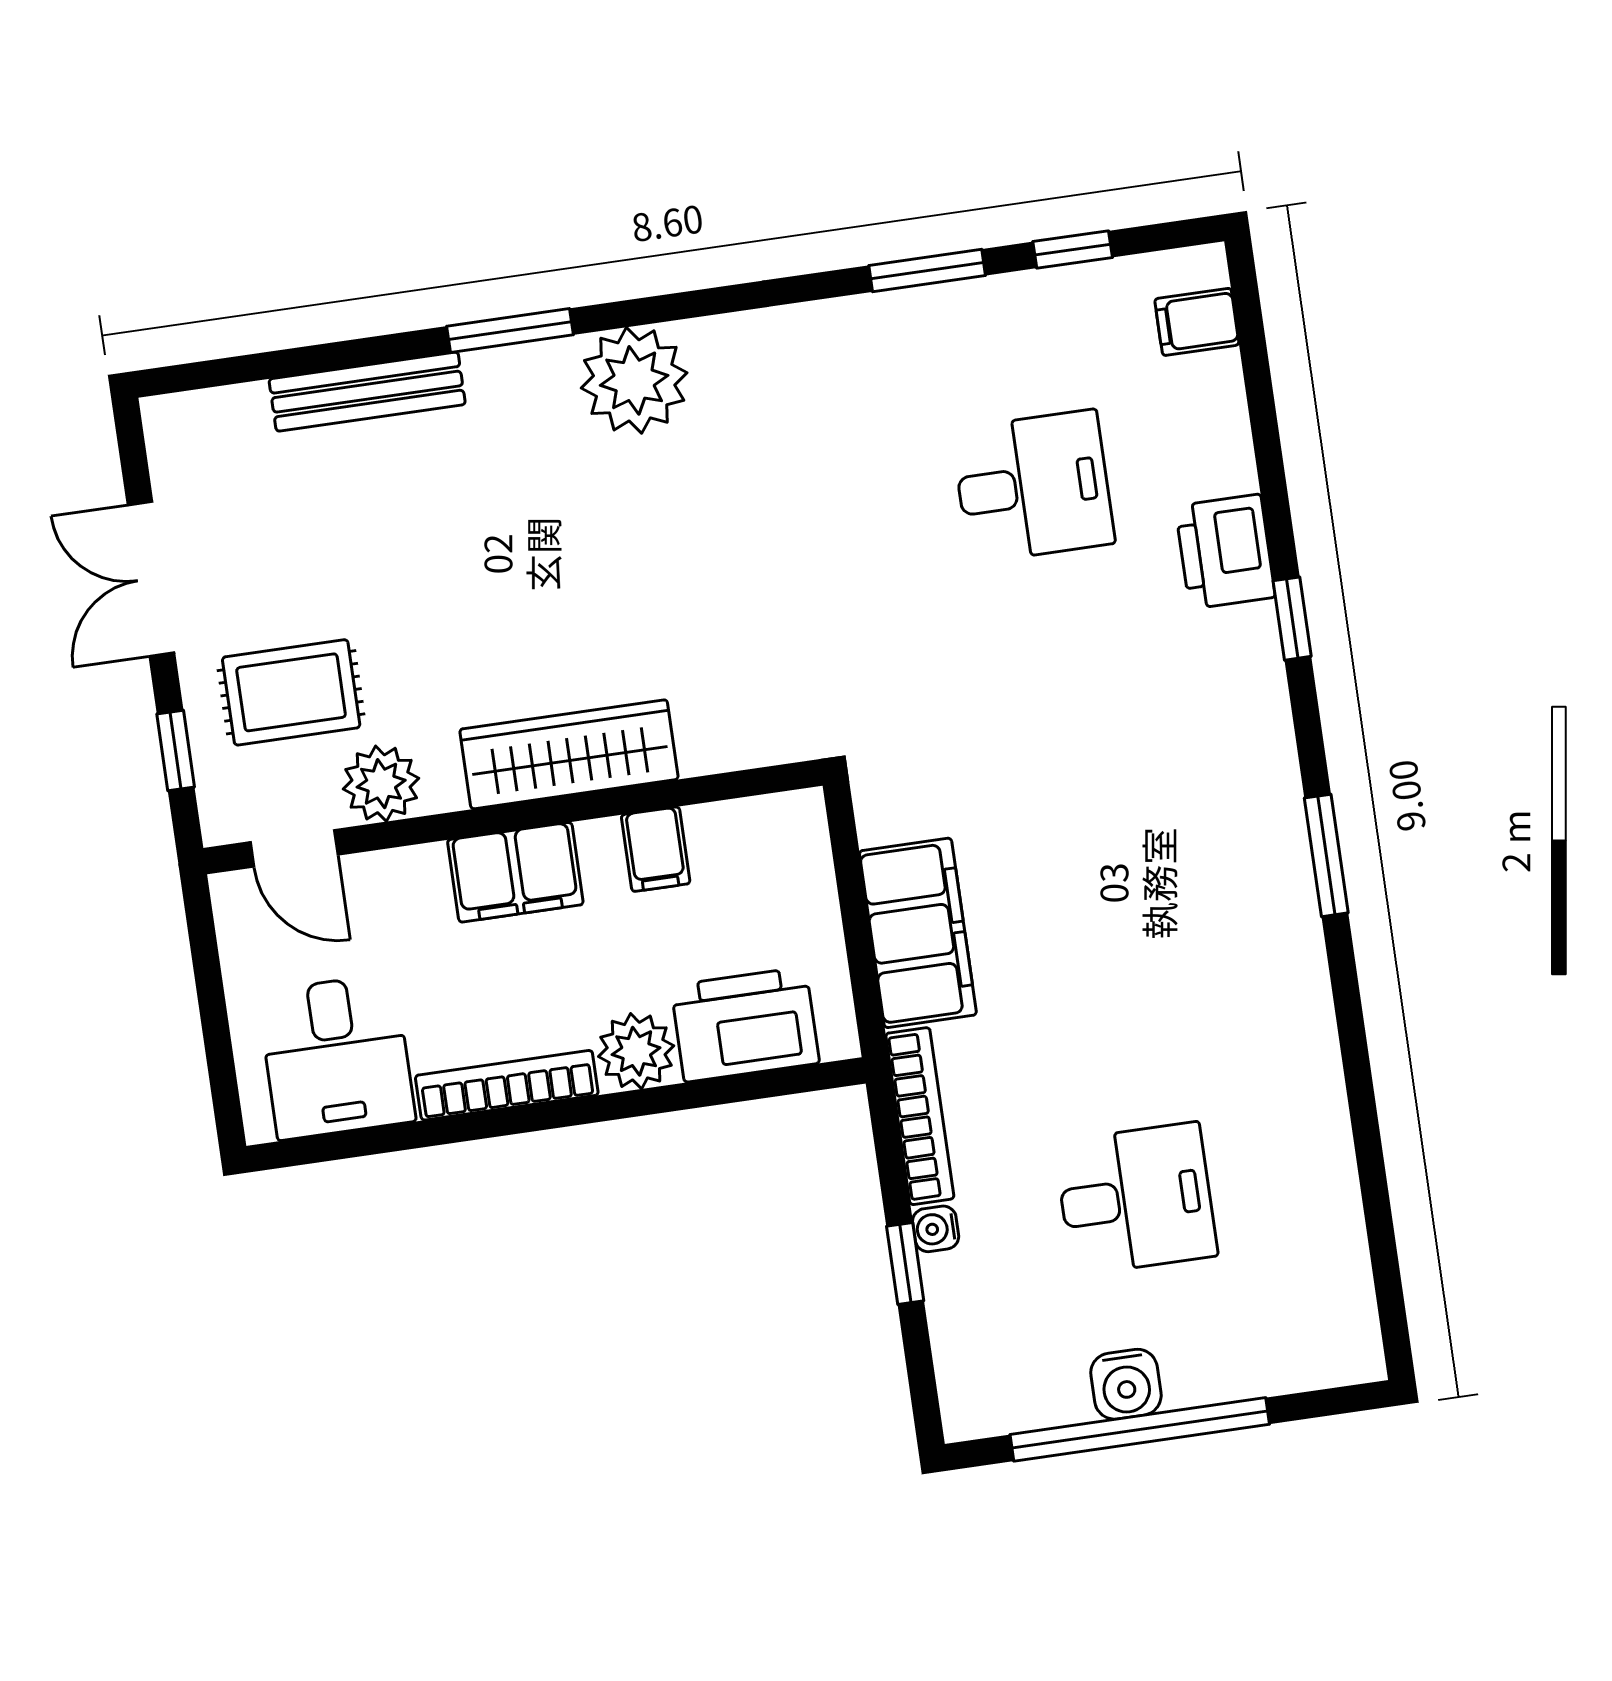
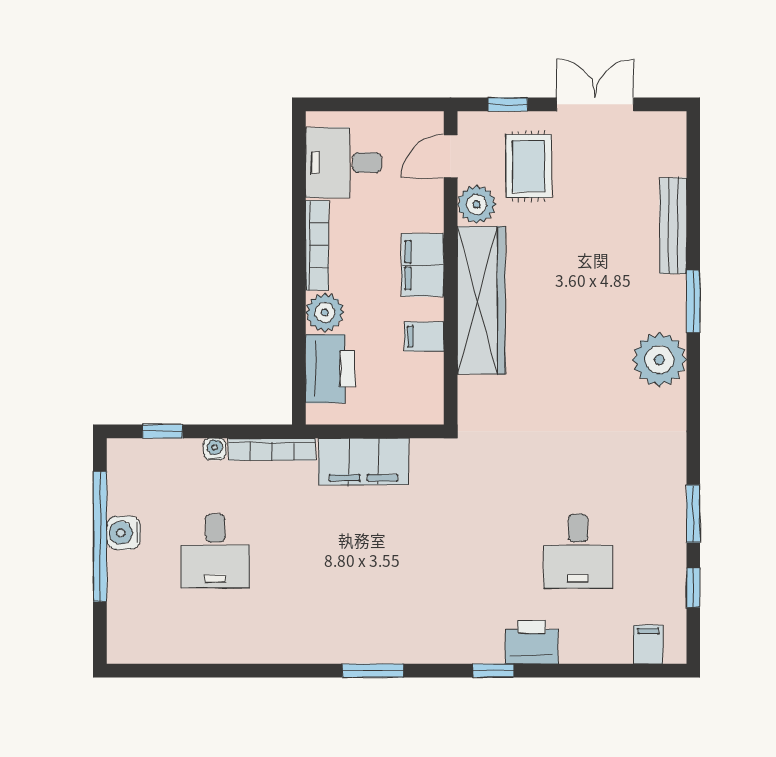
wardrobe: (569, 754) -> (481, 300), width x1.40, depth x1.17
window: (905, 1263) -> (162, 431), moved

